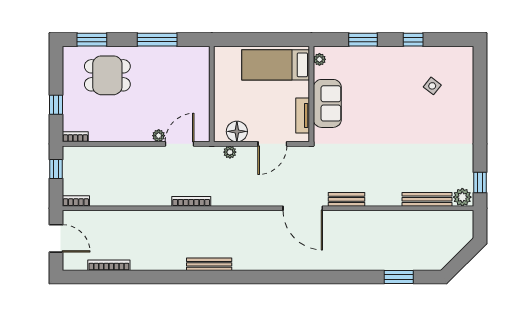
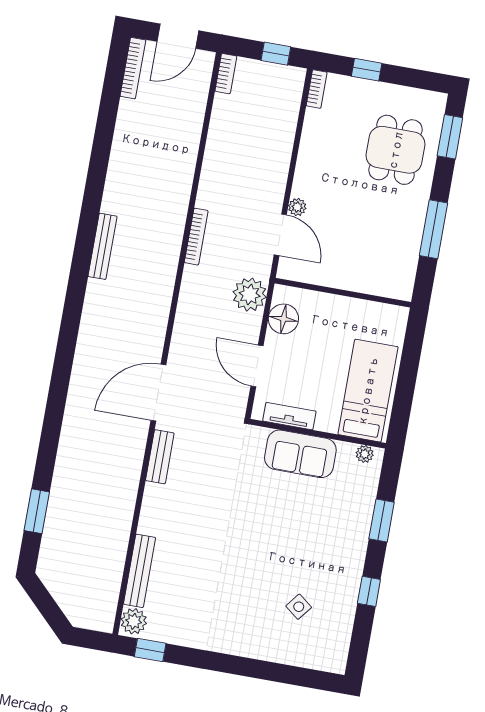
plant: (230, 152) -> (250, 295), width x1.88, depth x1.88
bookcase: (109, 265) -> (133, 68), moved

